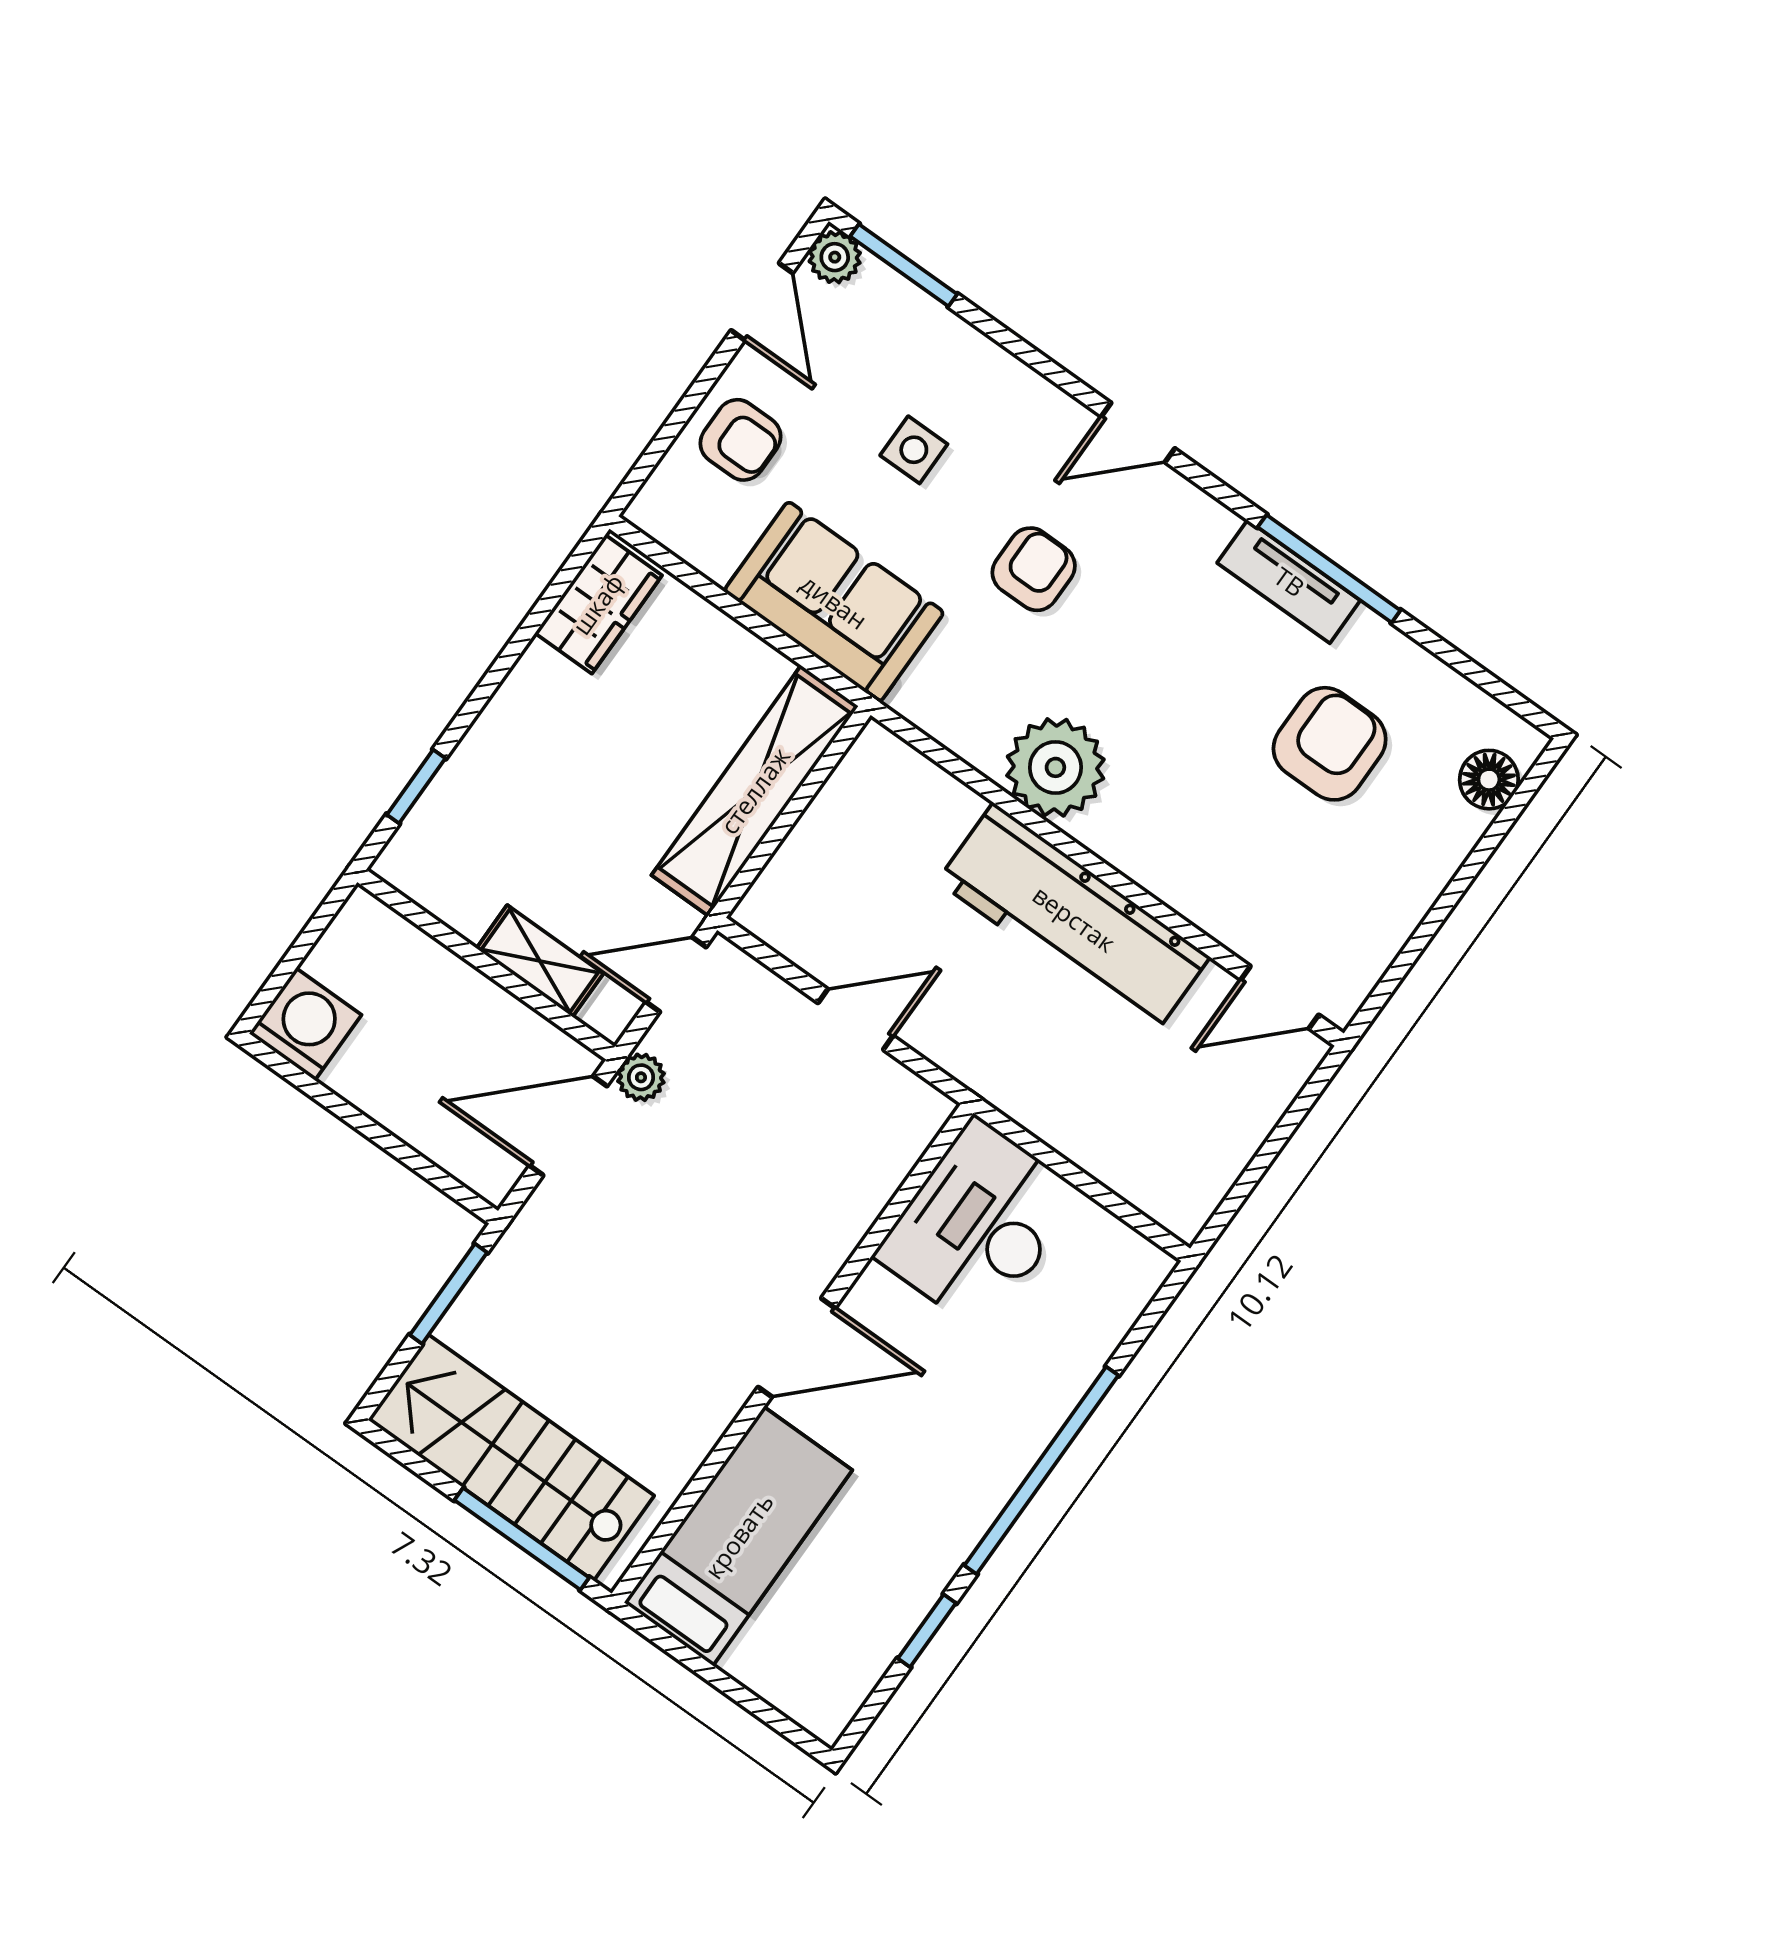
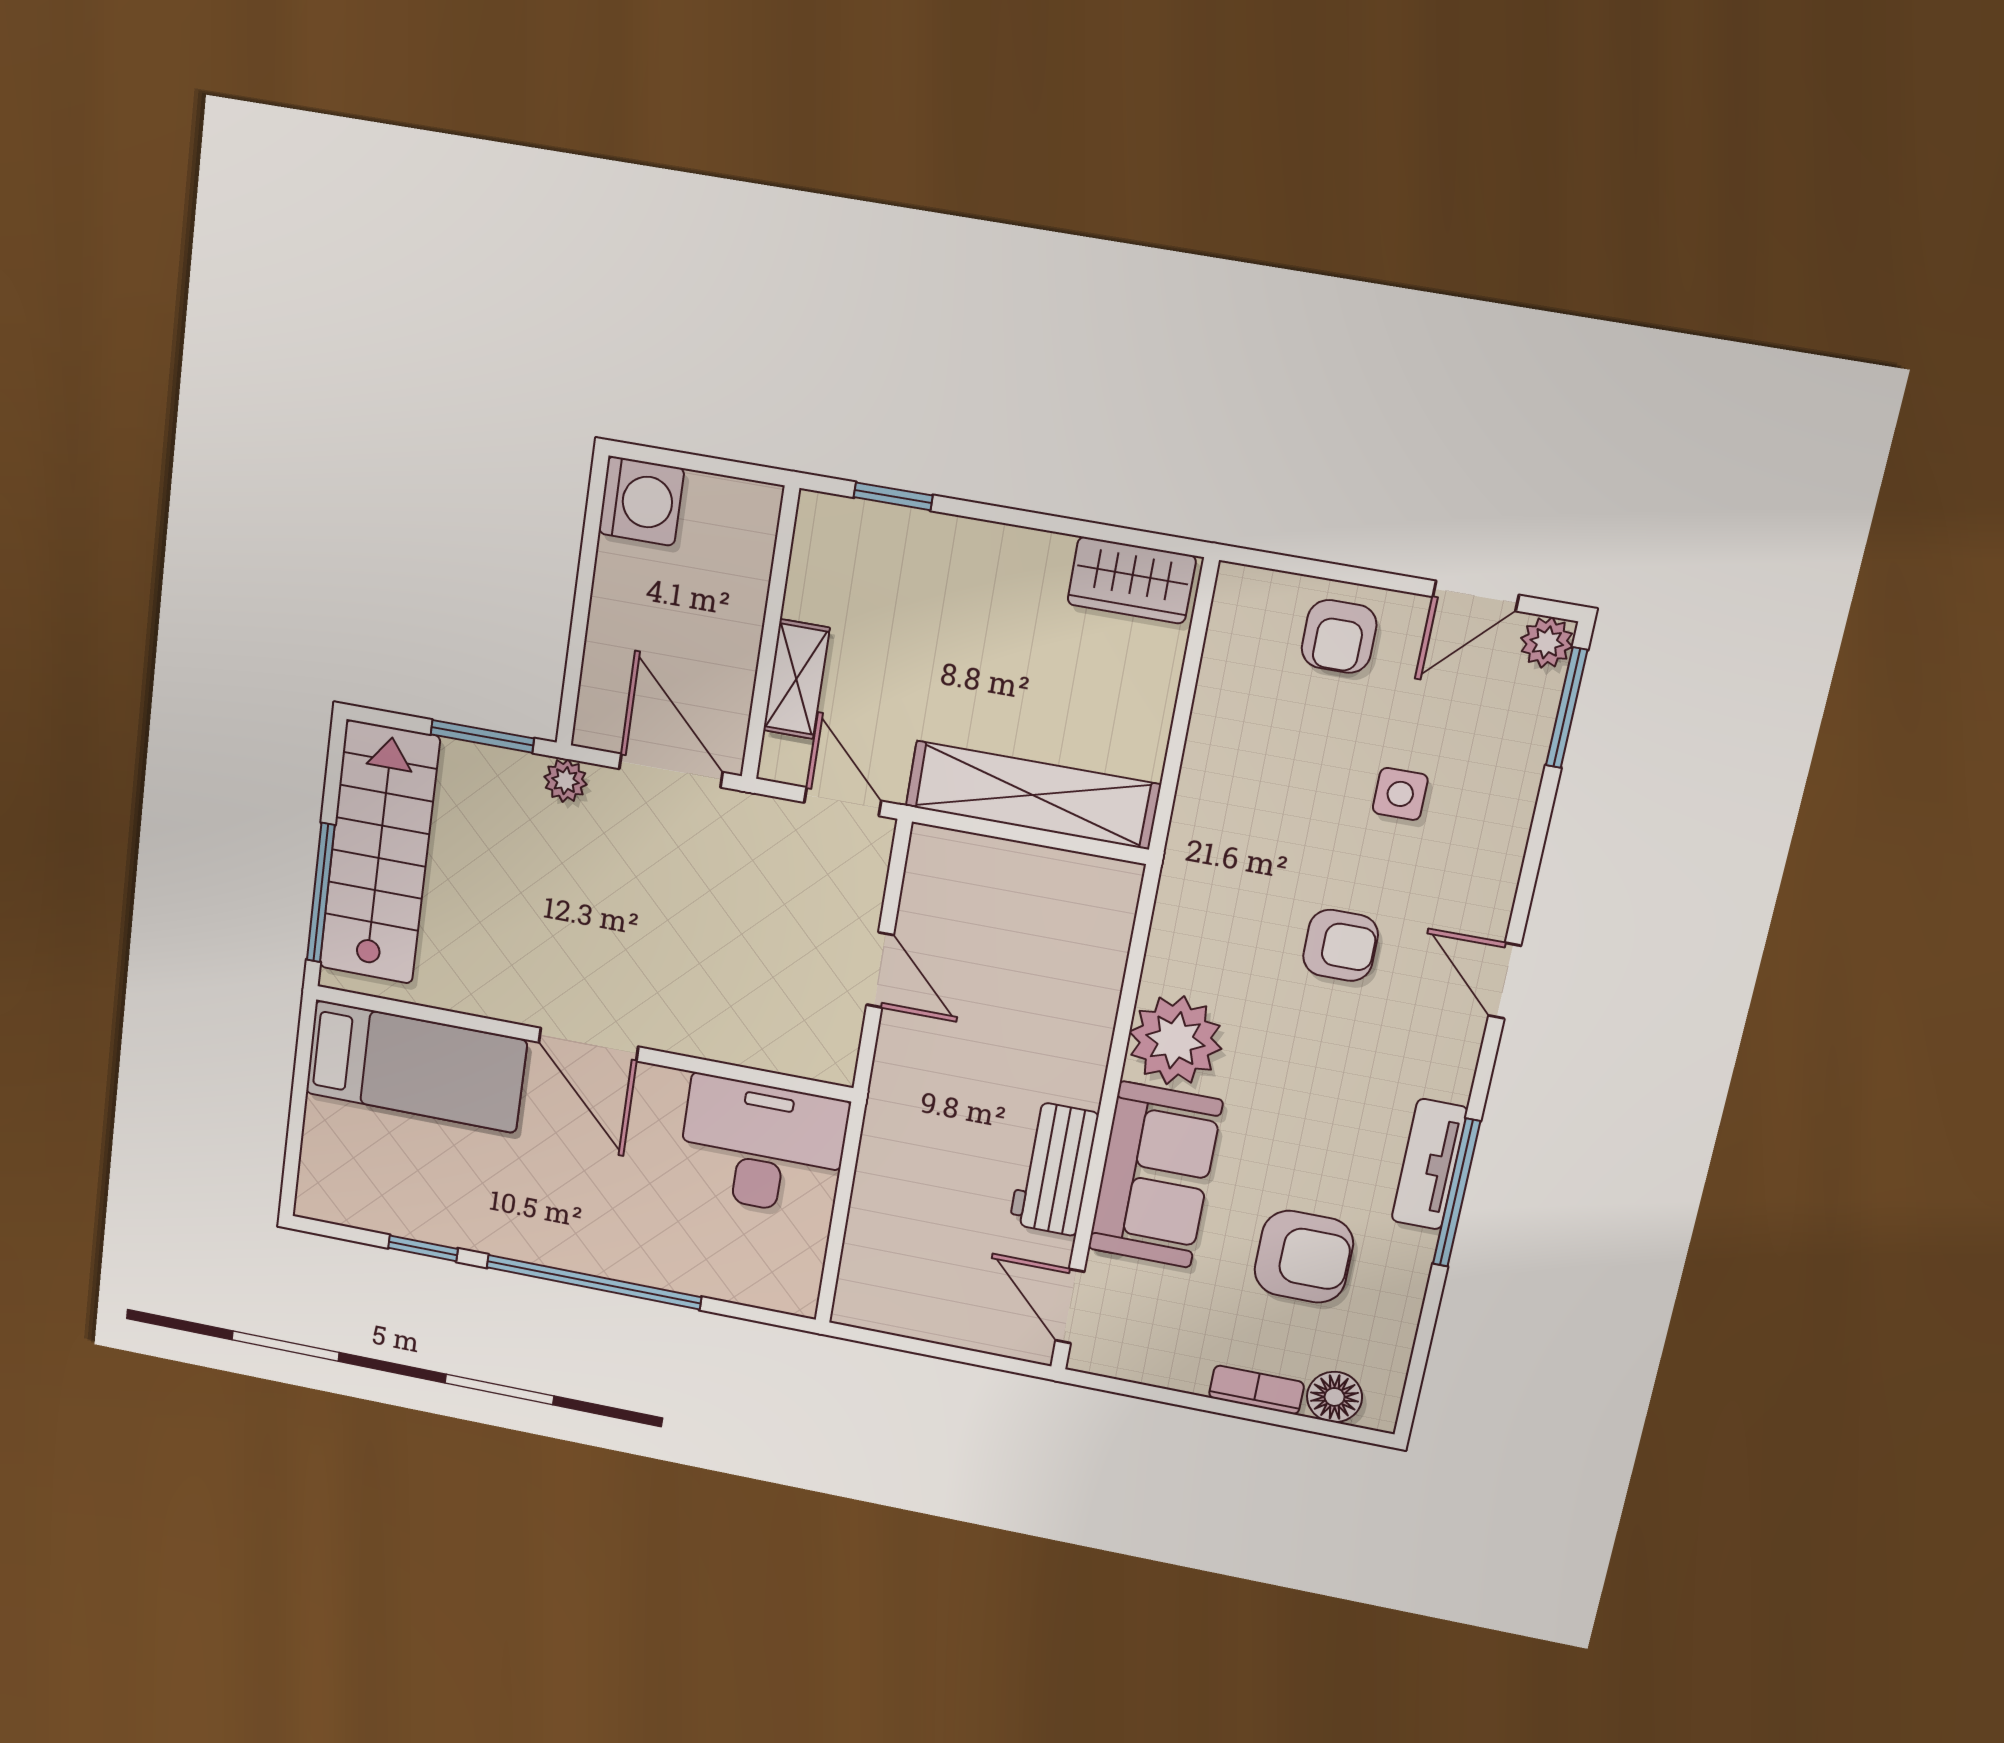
sofa: (834, 602) -> (1155, 1175), moved
bookcase: (1448, 853) -> (1256, 1390), added
workbench: (1074, 919) -> (1054, 1169), width x0.53, depth x0.76
plant: (641, 1077) -> (565, 781), moved

